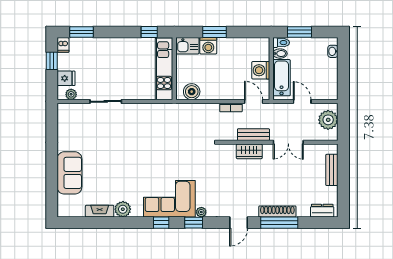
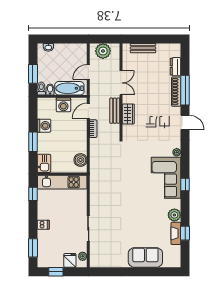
dishwasher: (63, 45) -> (43, 225), moved
washing machine: (208, 46) -> (44, 126), moved
dresser: (322, 211) -> (176, 67), moved
window: (194, 223) -> (185, 233), moved

